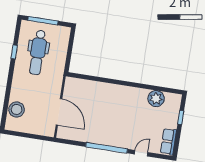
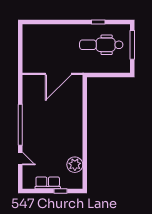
stool: (17, 109) -> (44, 33), removed
door: (59, 112) -> (58, 74), moved
row of seats: (168, 142) -> (48, 183), moved

